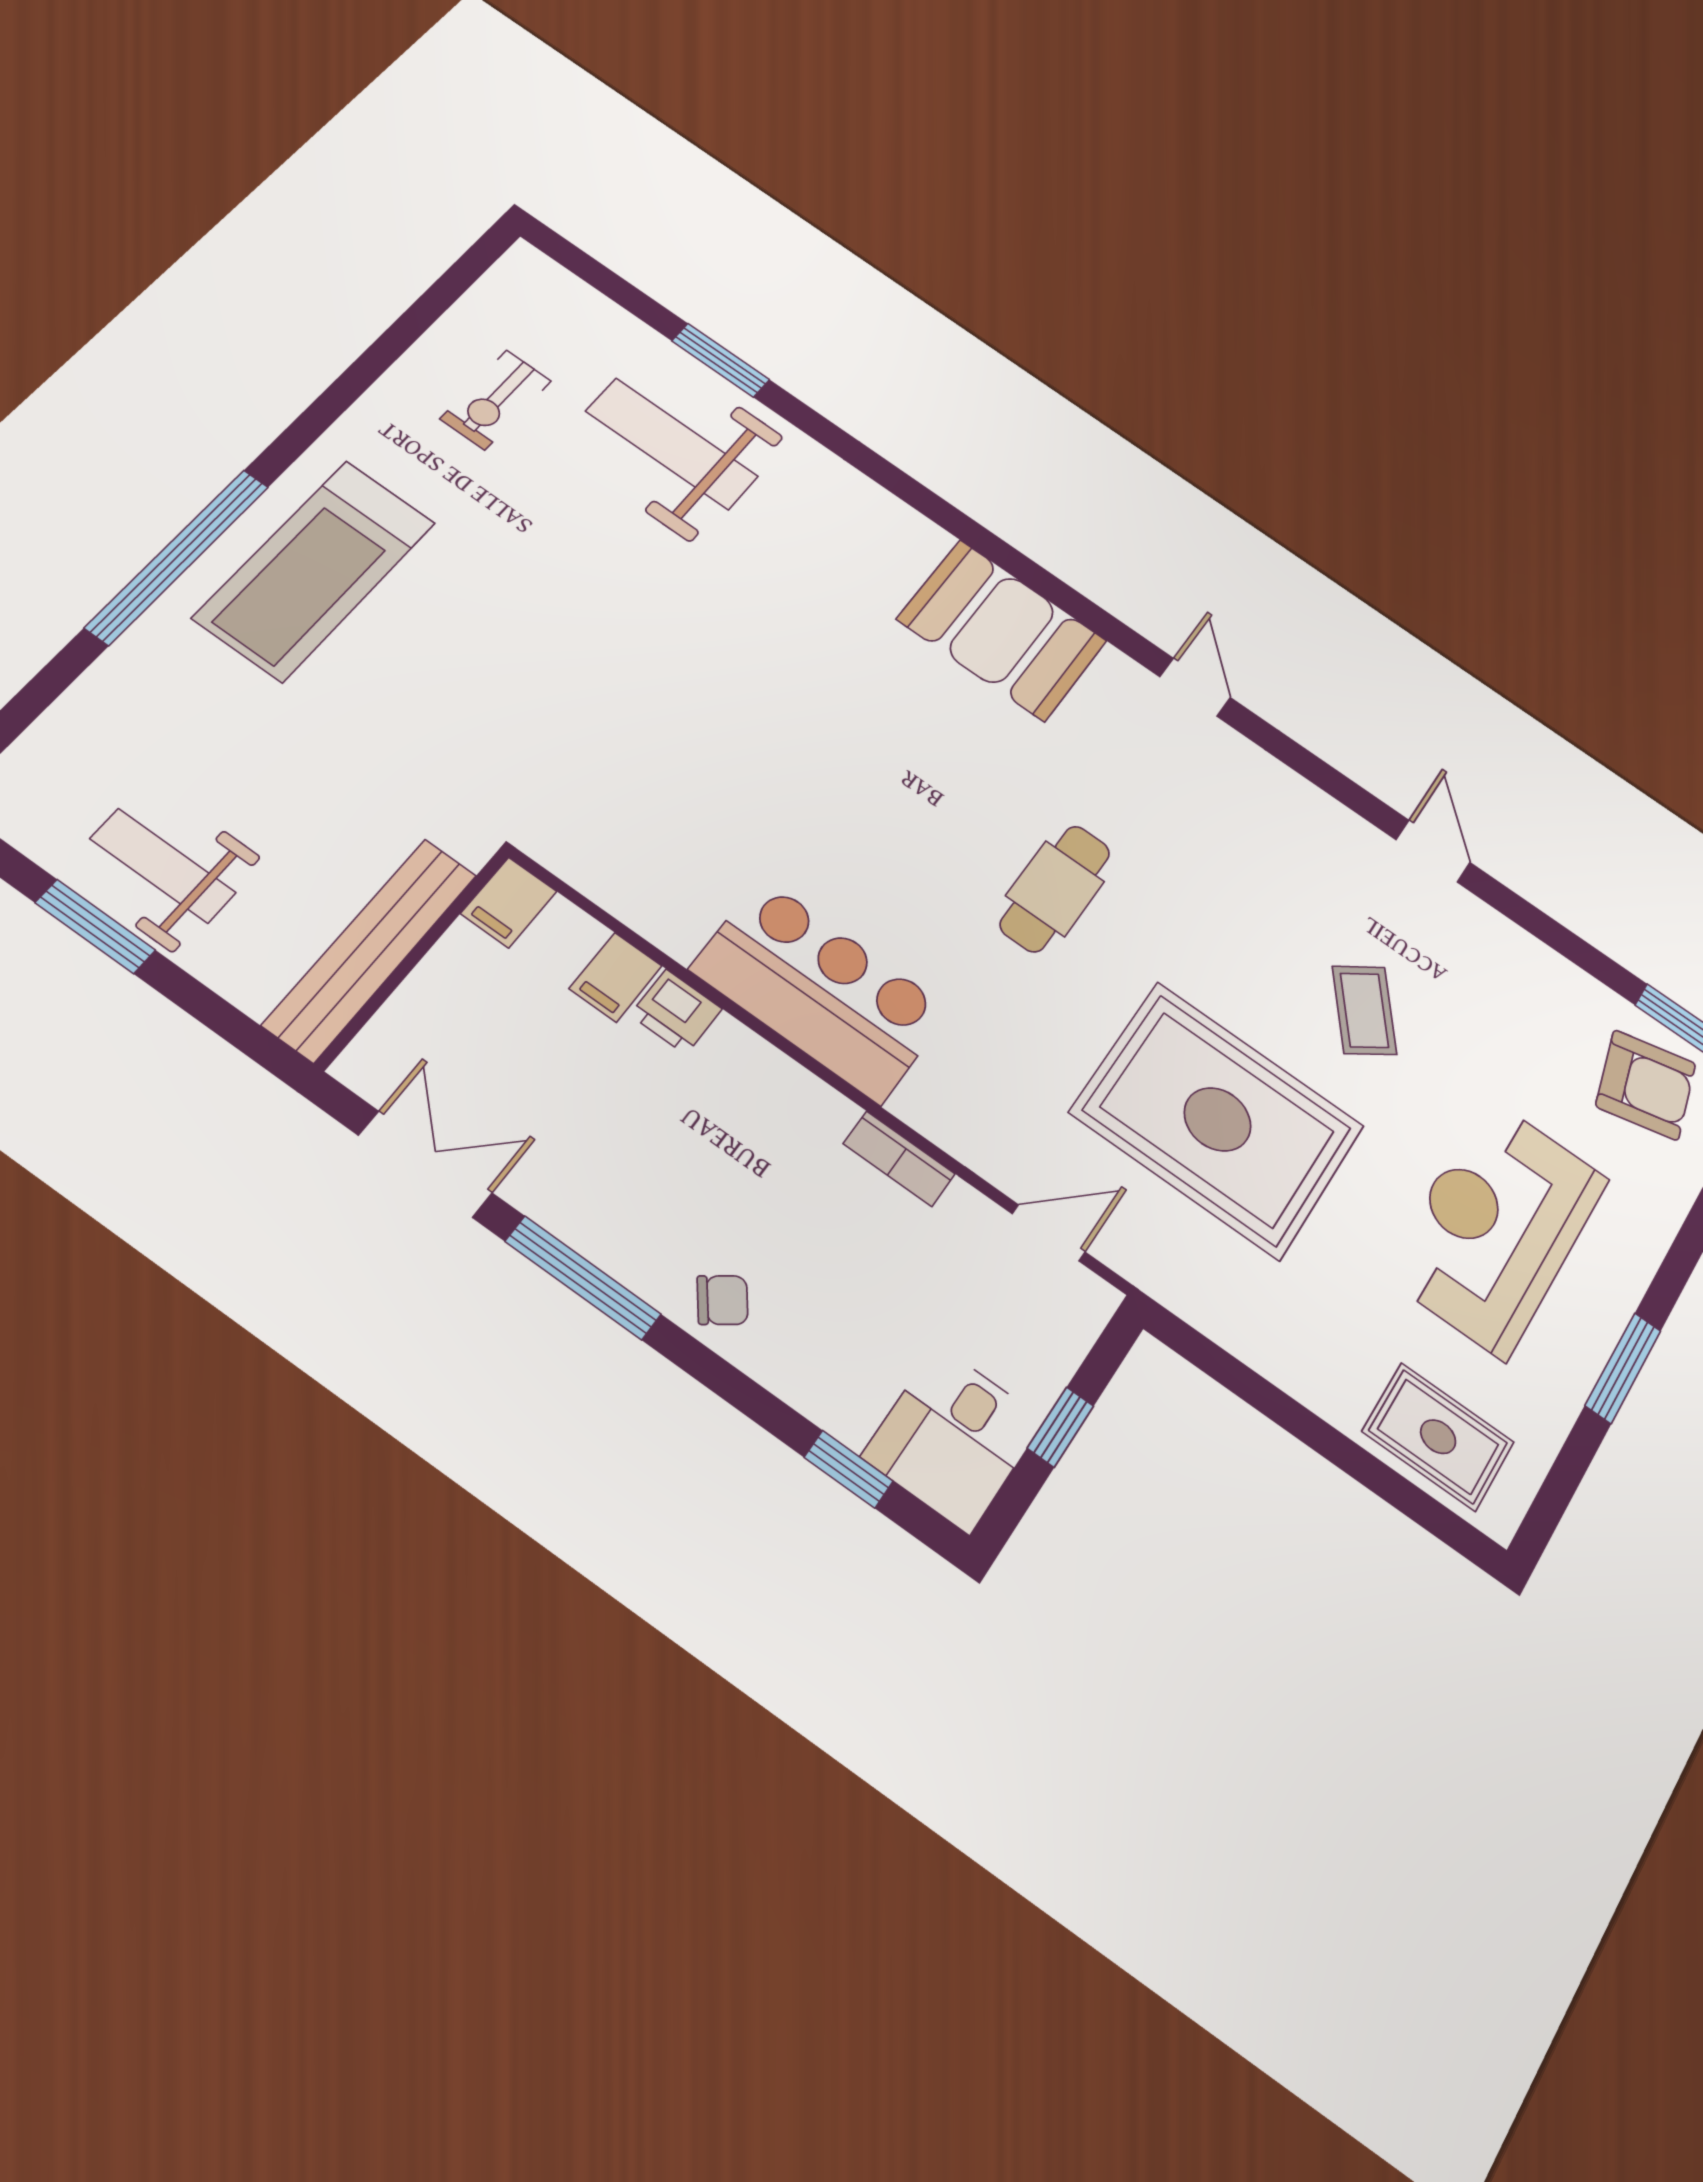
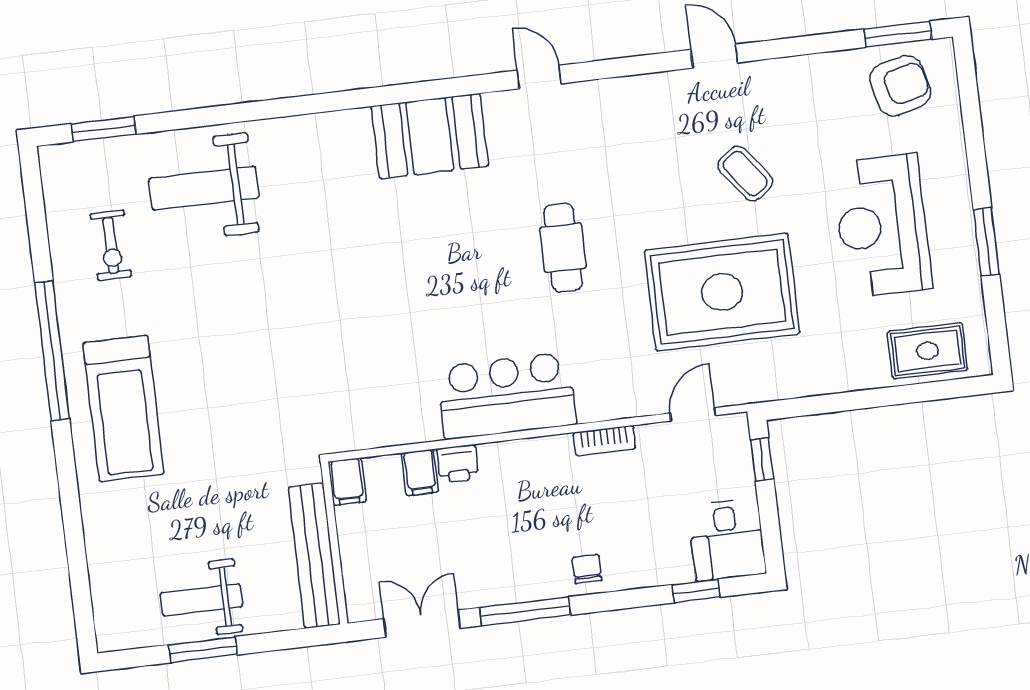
window: (721, 360) -> (104, 129), moved
window: (178, 556) -> (52, 351), moved
chair: (722, 1300) -> (587, 569), turned -53
window: (1060, 1427) -> (762, 459), moved

